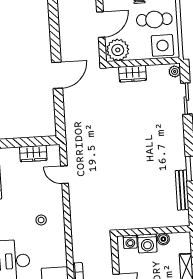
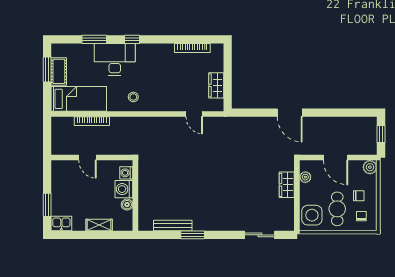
plant: (118, 50) -> (305, 177), width x0.53, depth x0.53
plant: (175, 71) -> (286, 225), removed
door: (65, 175) -> (194, 114), swing flipped
stool: (41, 220) -> (133, 97), moved

